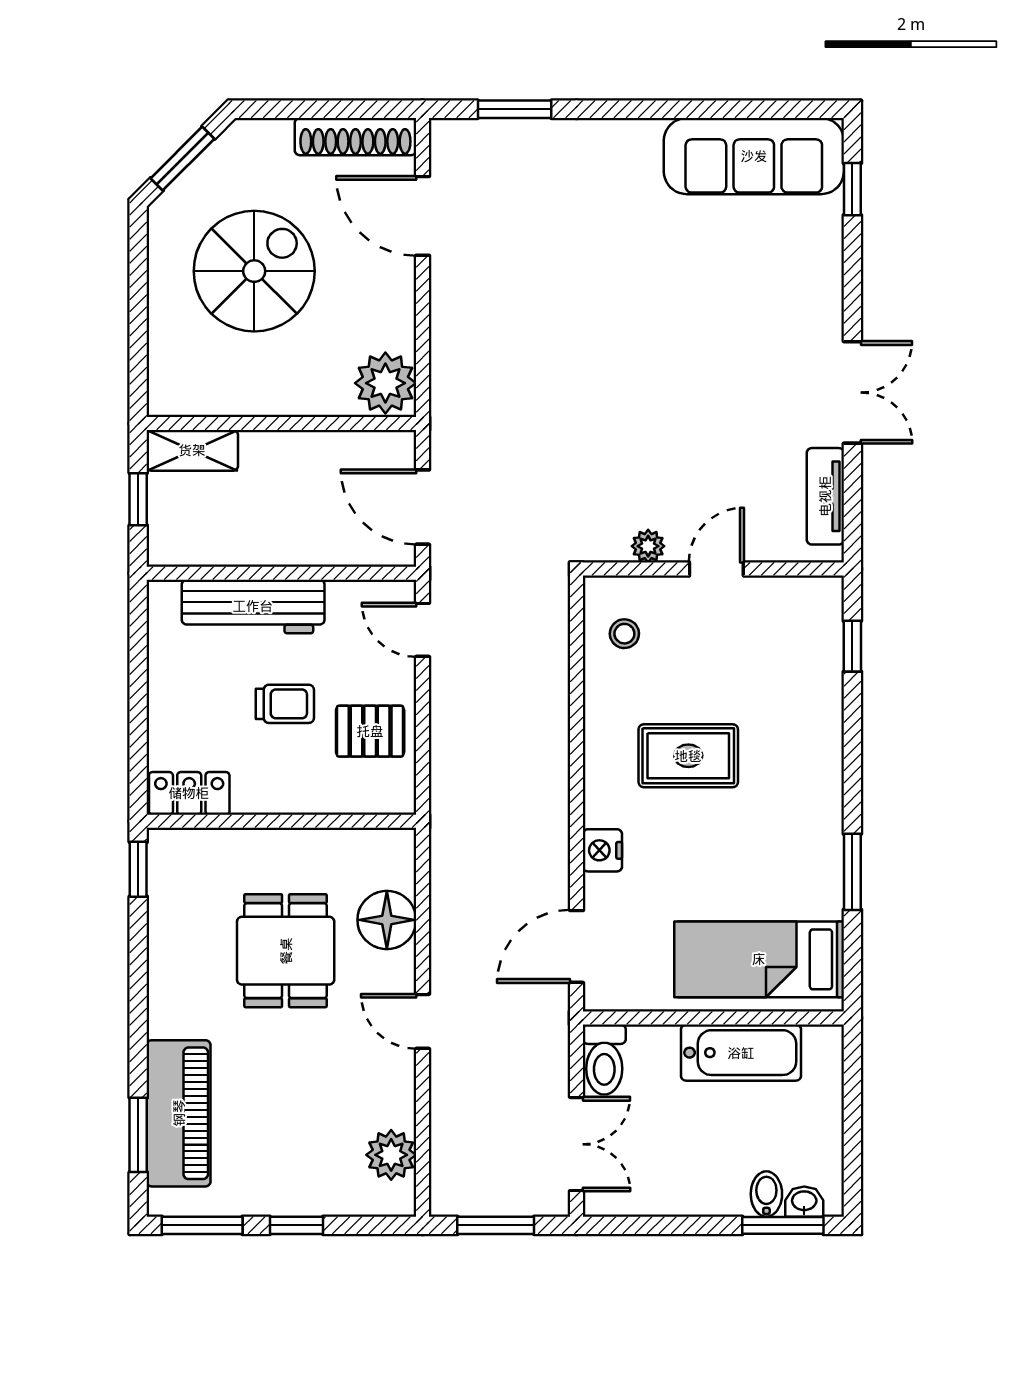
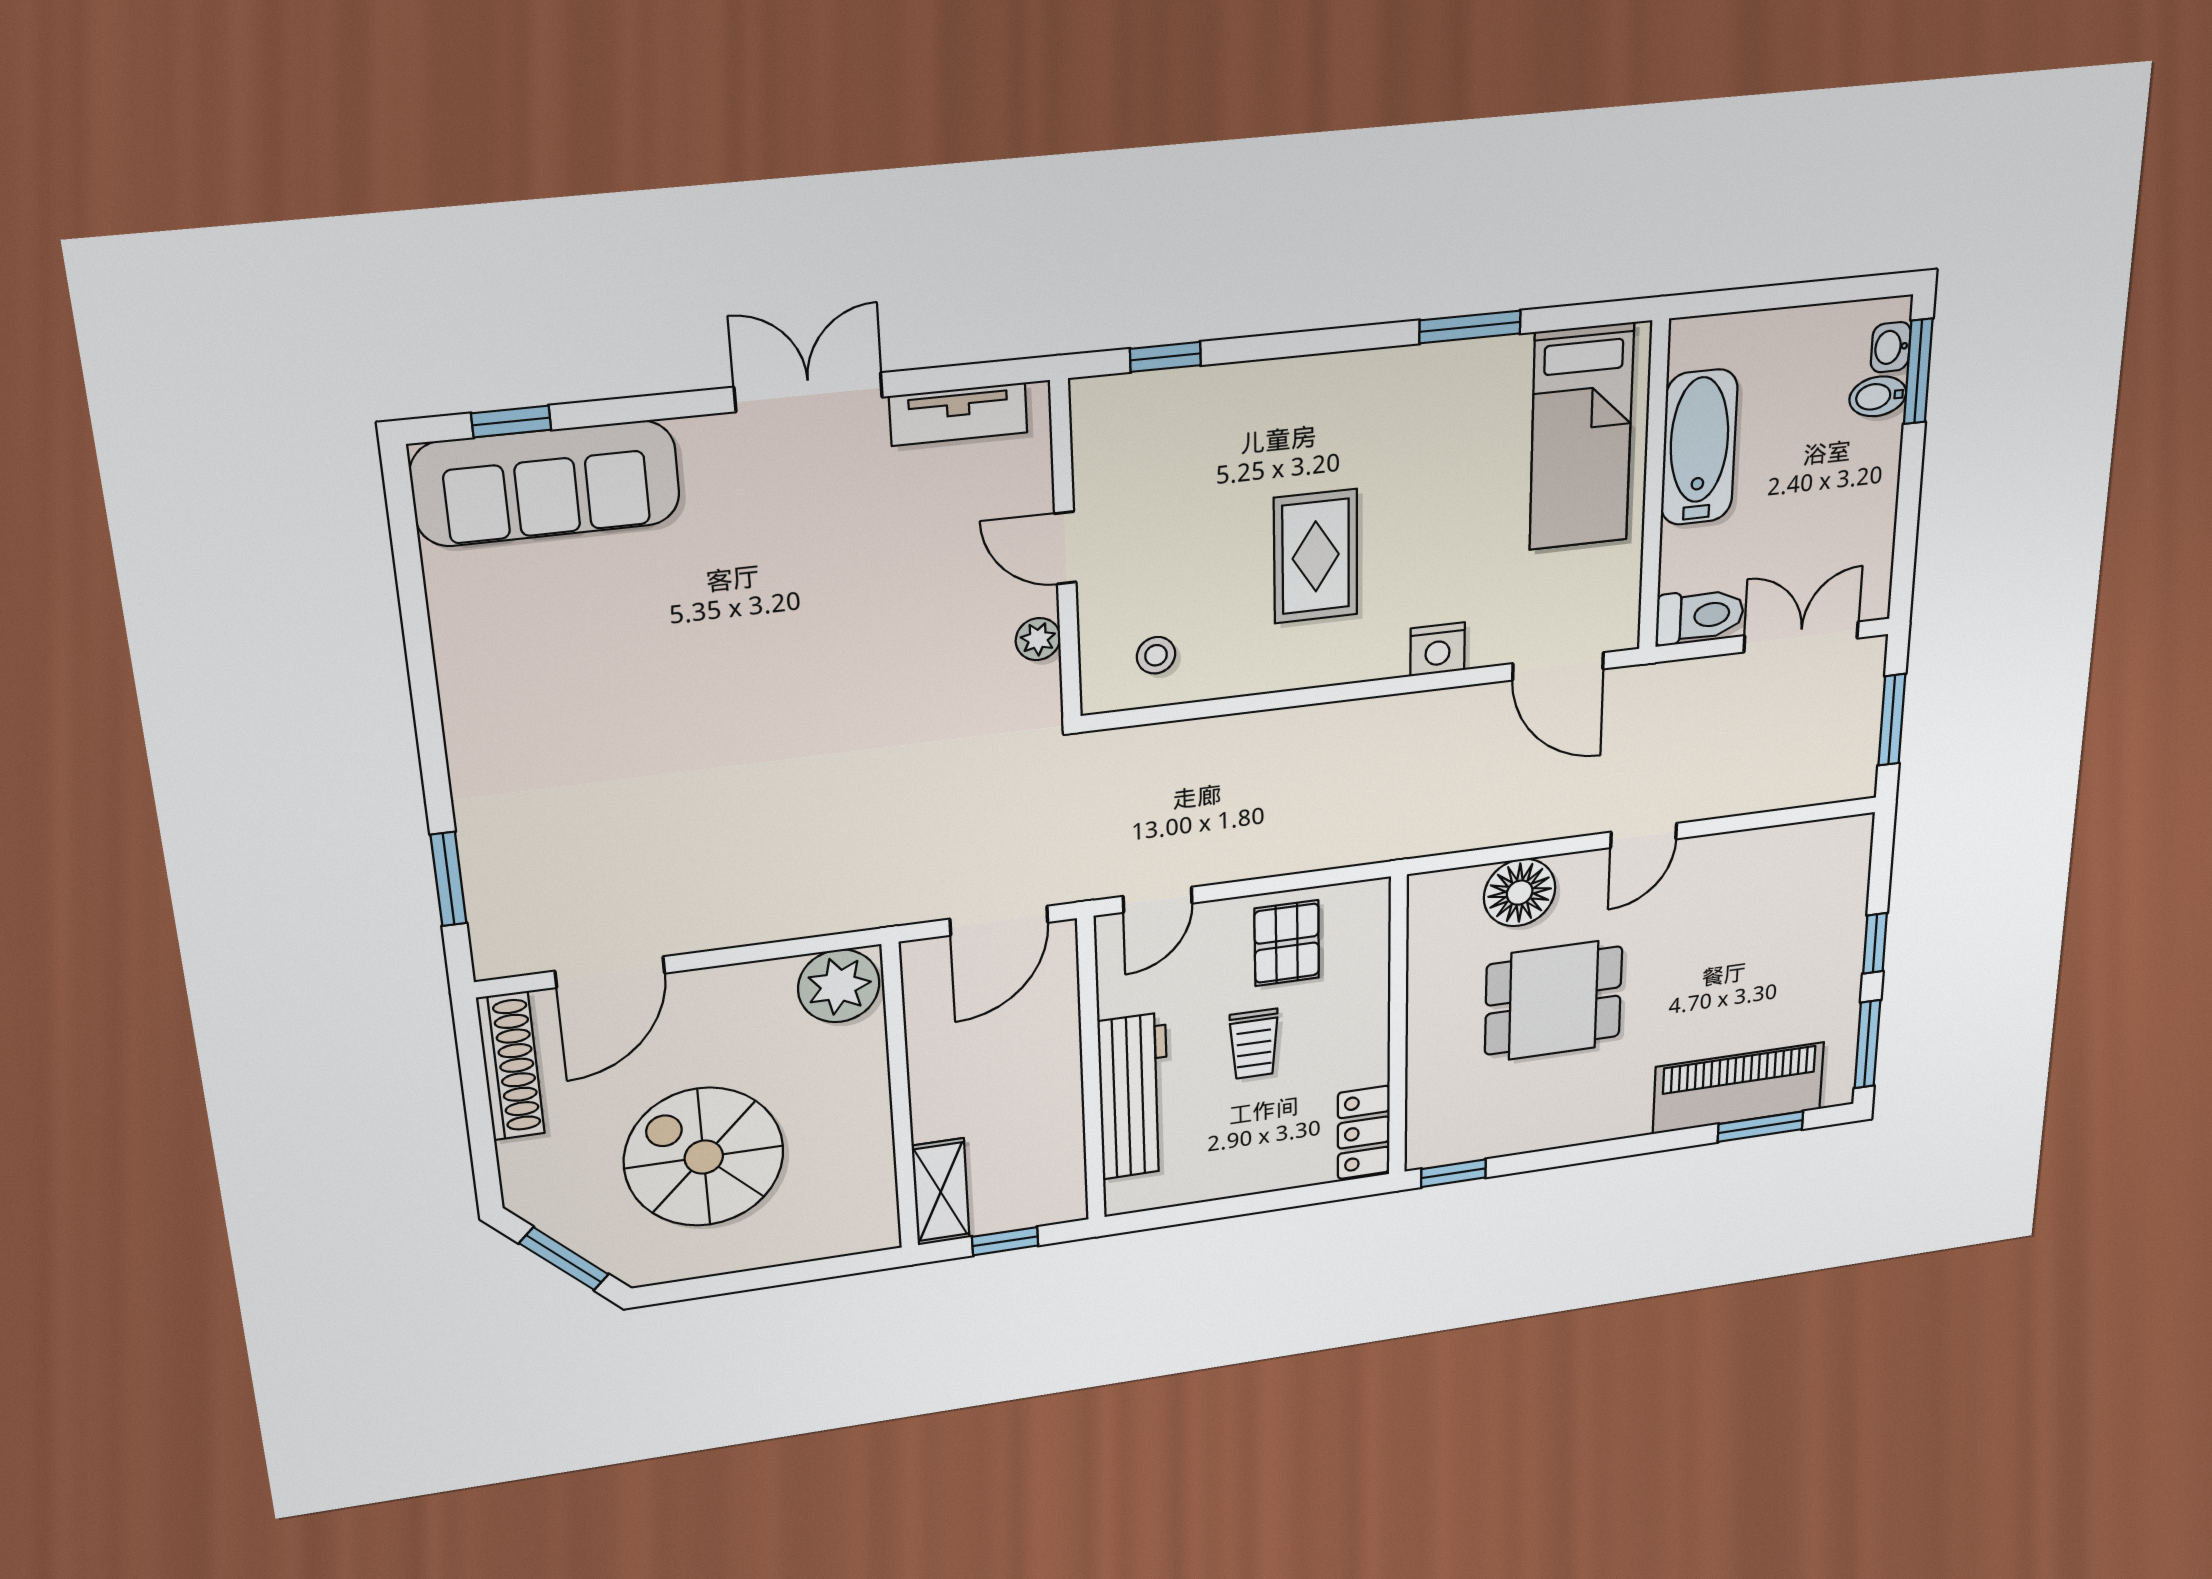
sofa: (754, 156) -> (546, 483), moved, turned 90
trolley: (285, 704) -> (1254, 1044), turned 180
plant: (391, 1155) -> (1801, 850), removed

